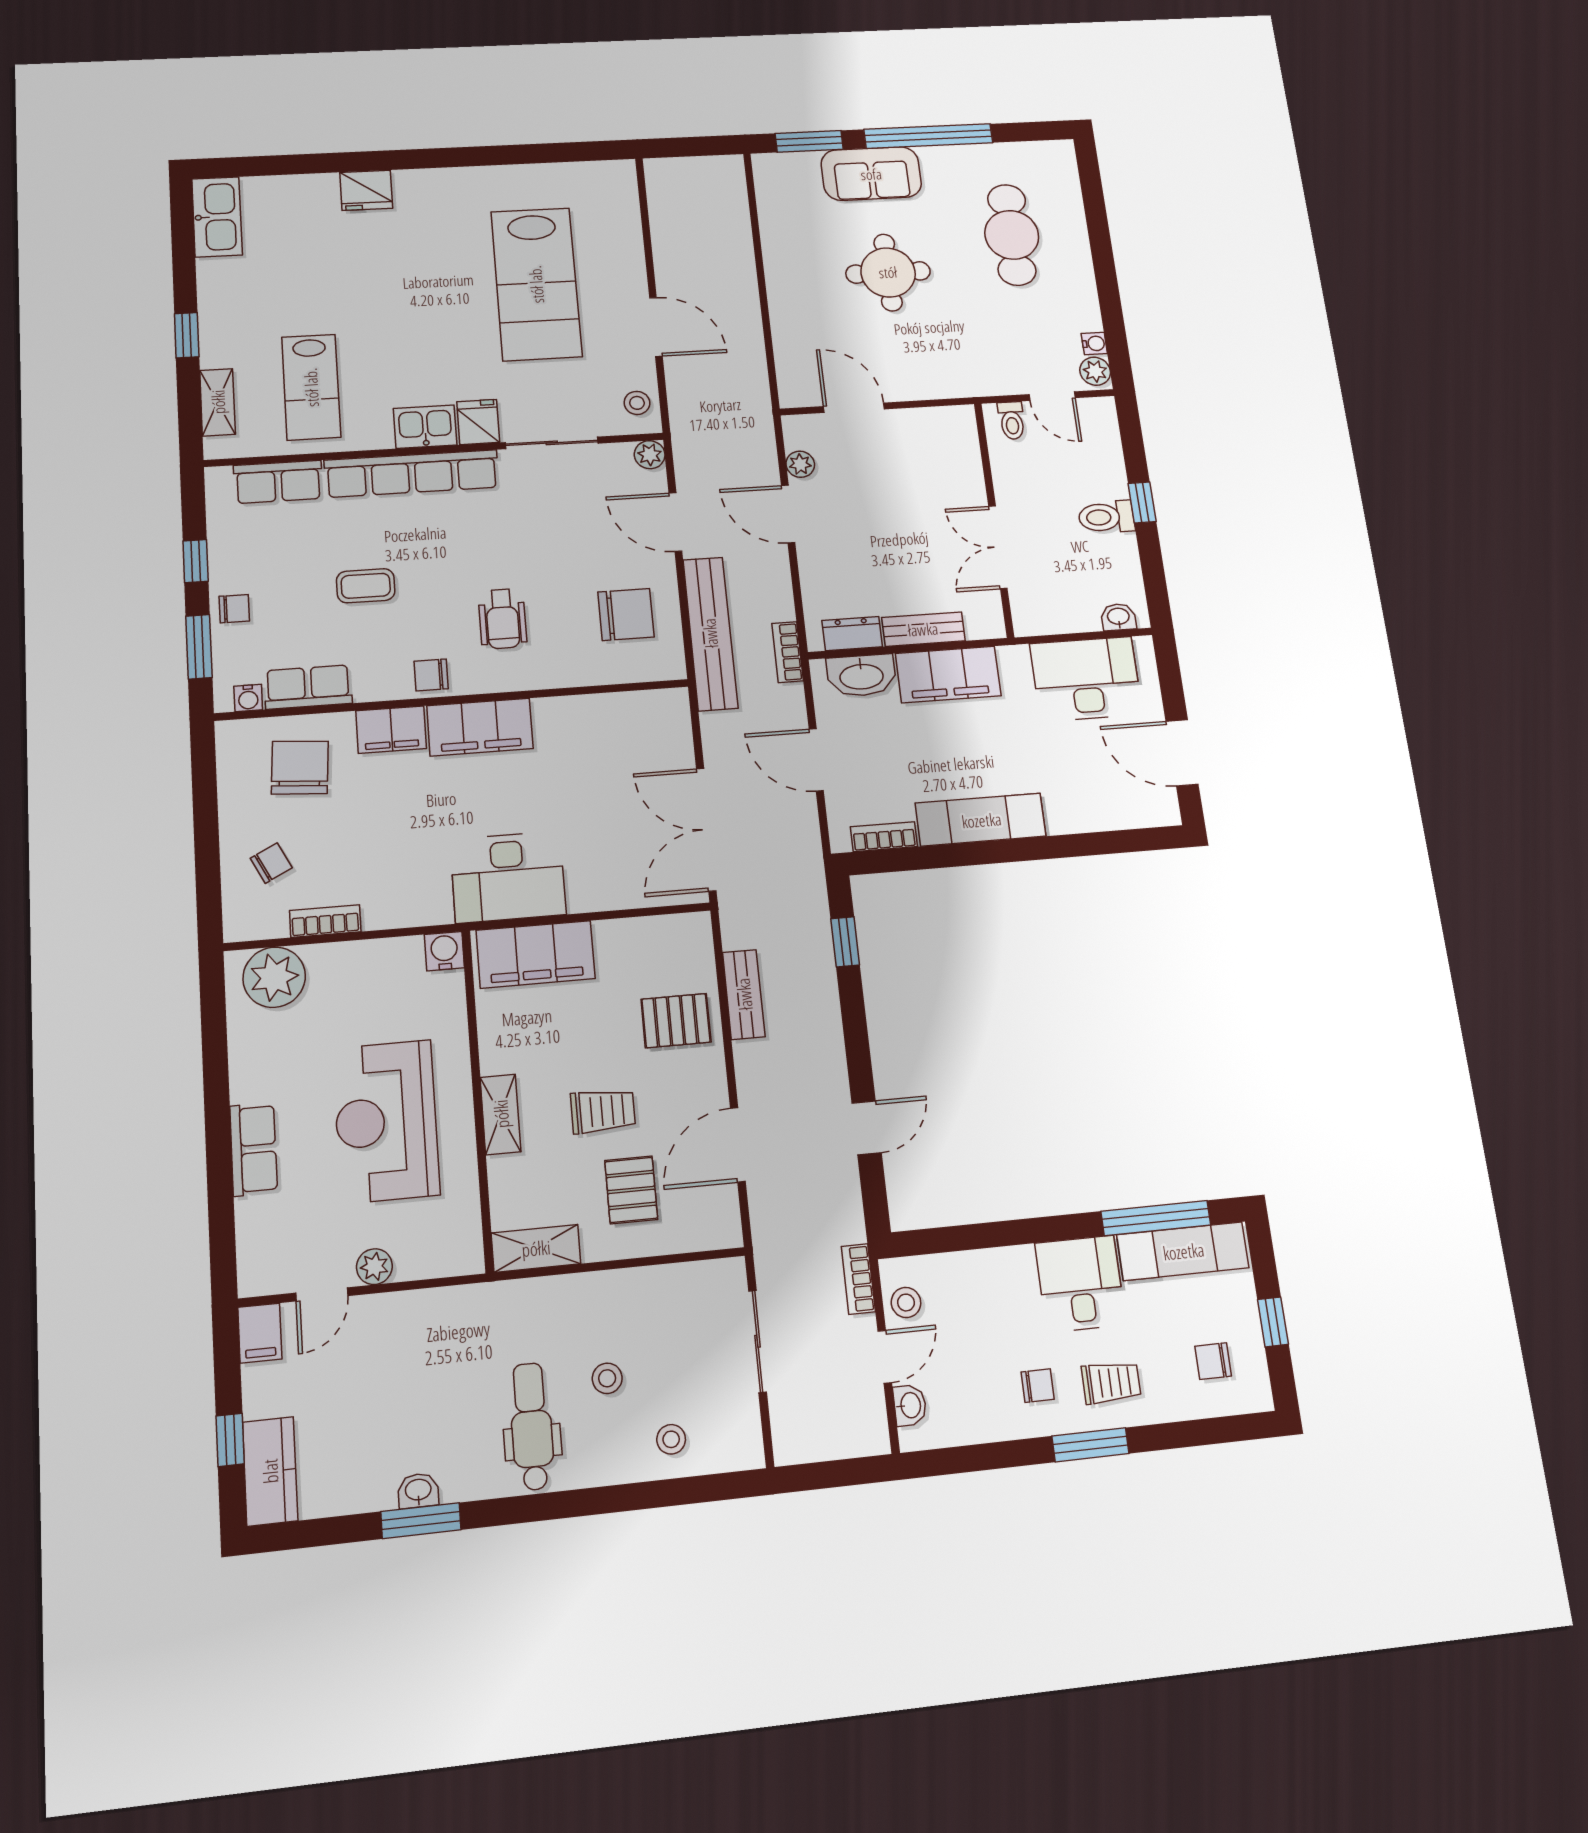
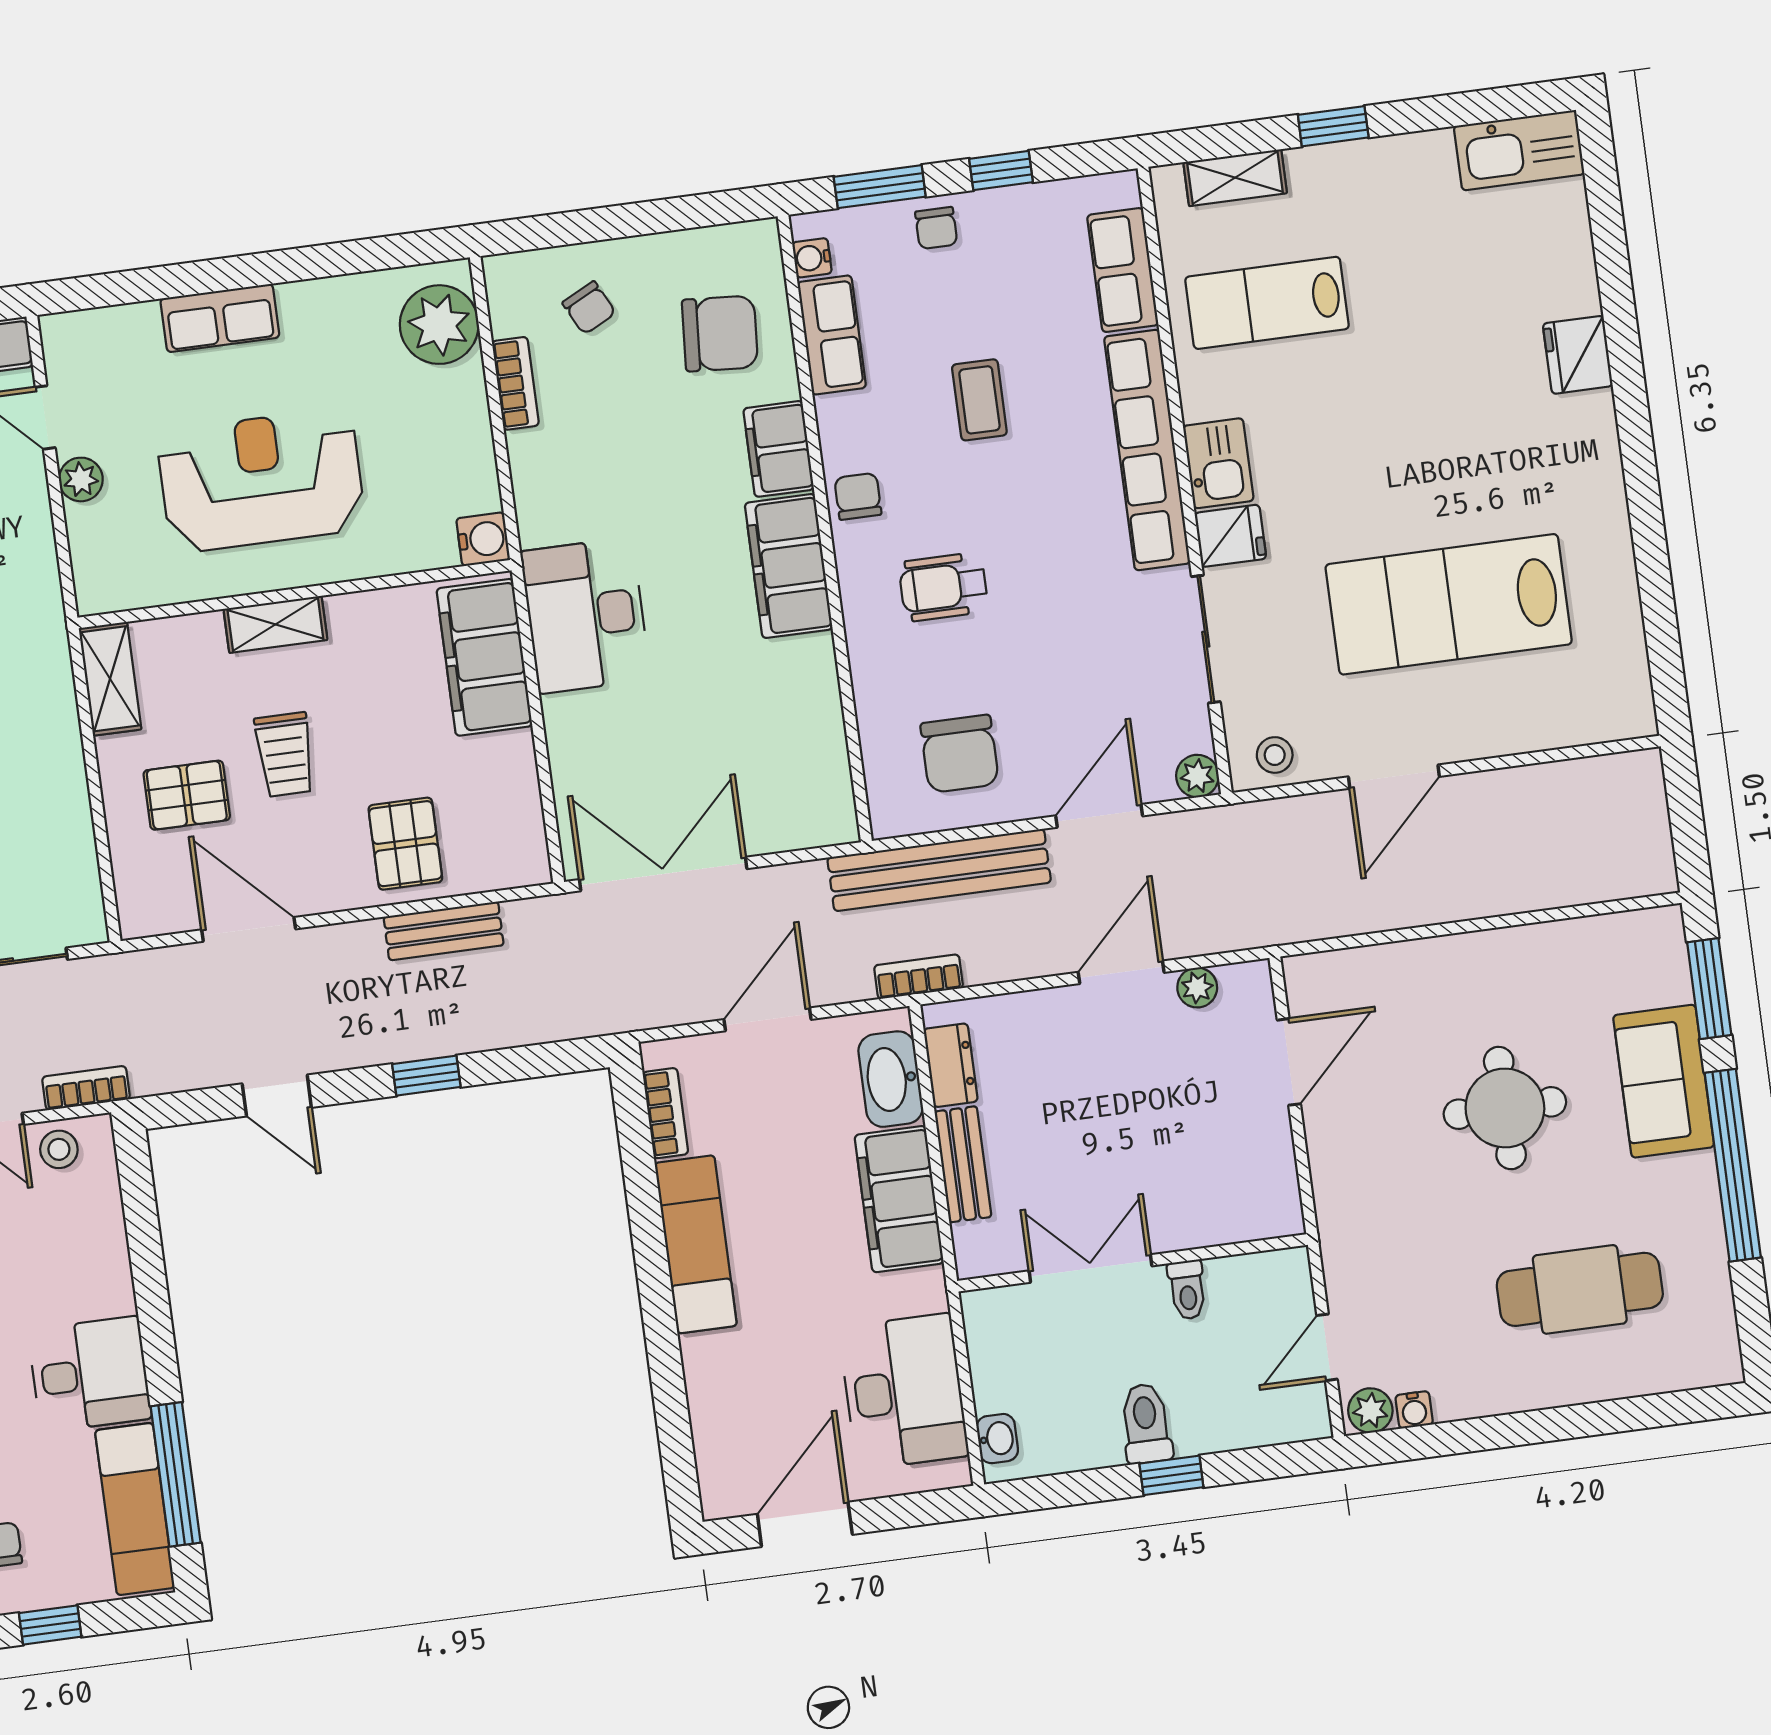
toilet: (1012, 420) -> (1187, 1290), moved, turned -90
window: (845, 942) -> (426, 1076), moved

